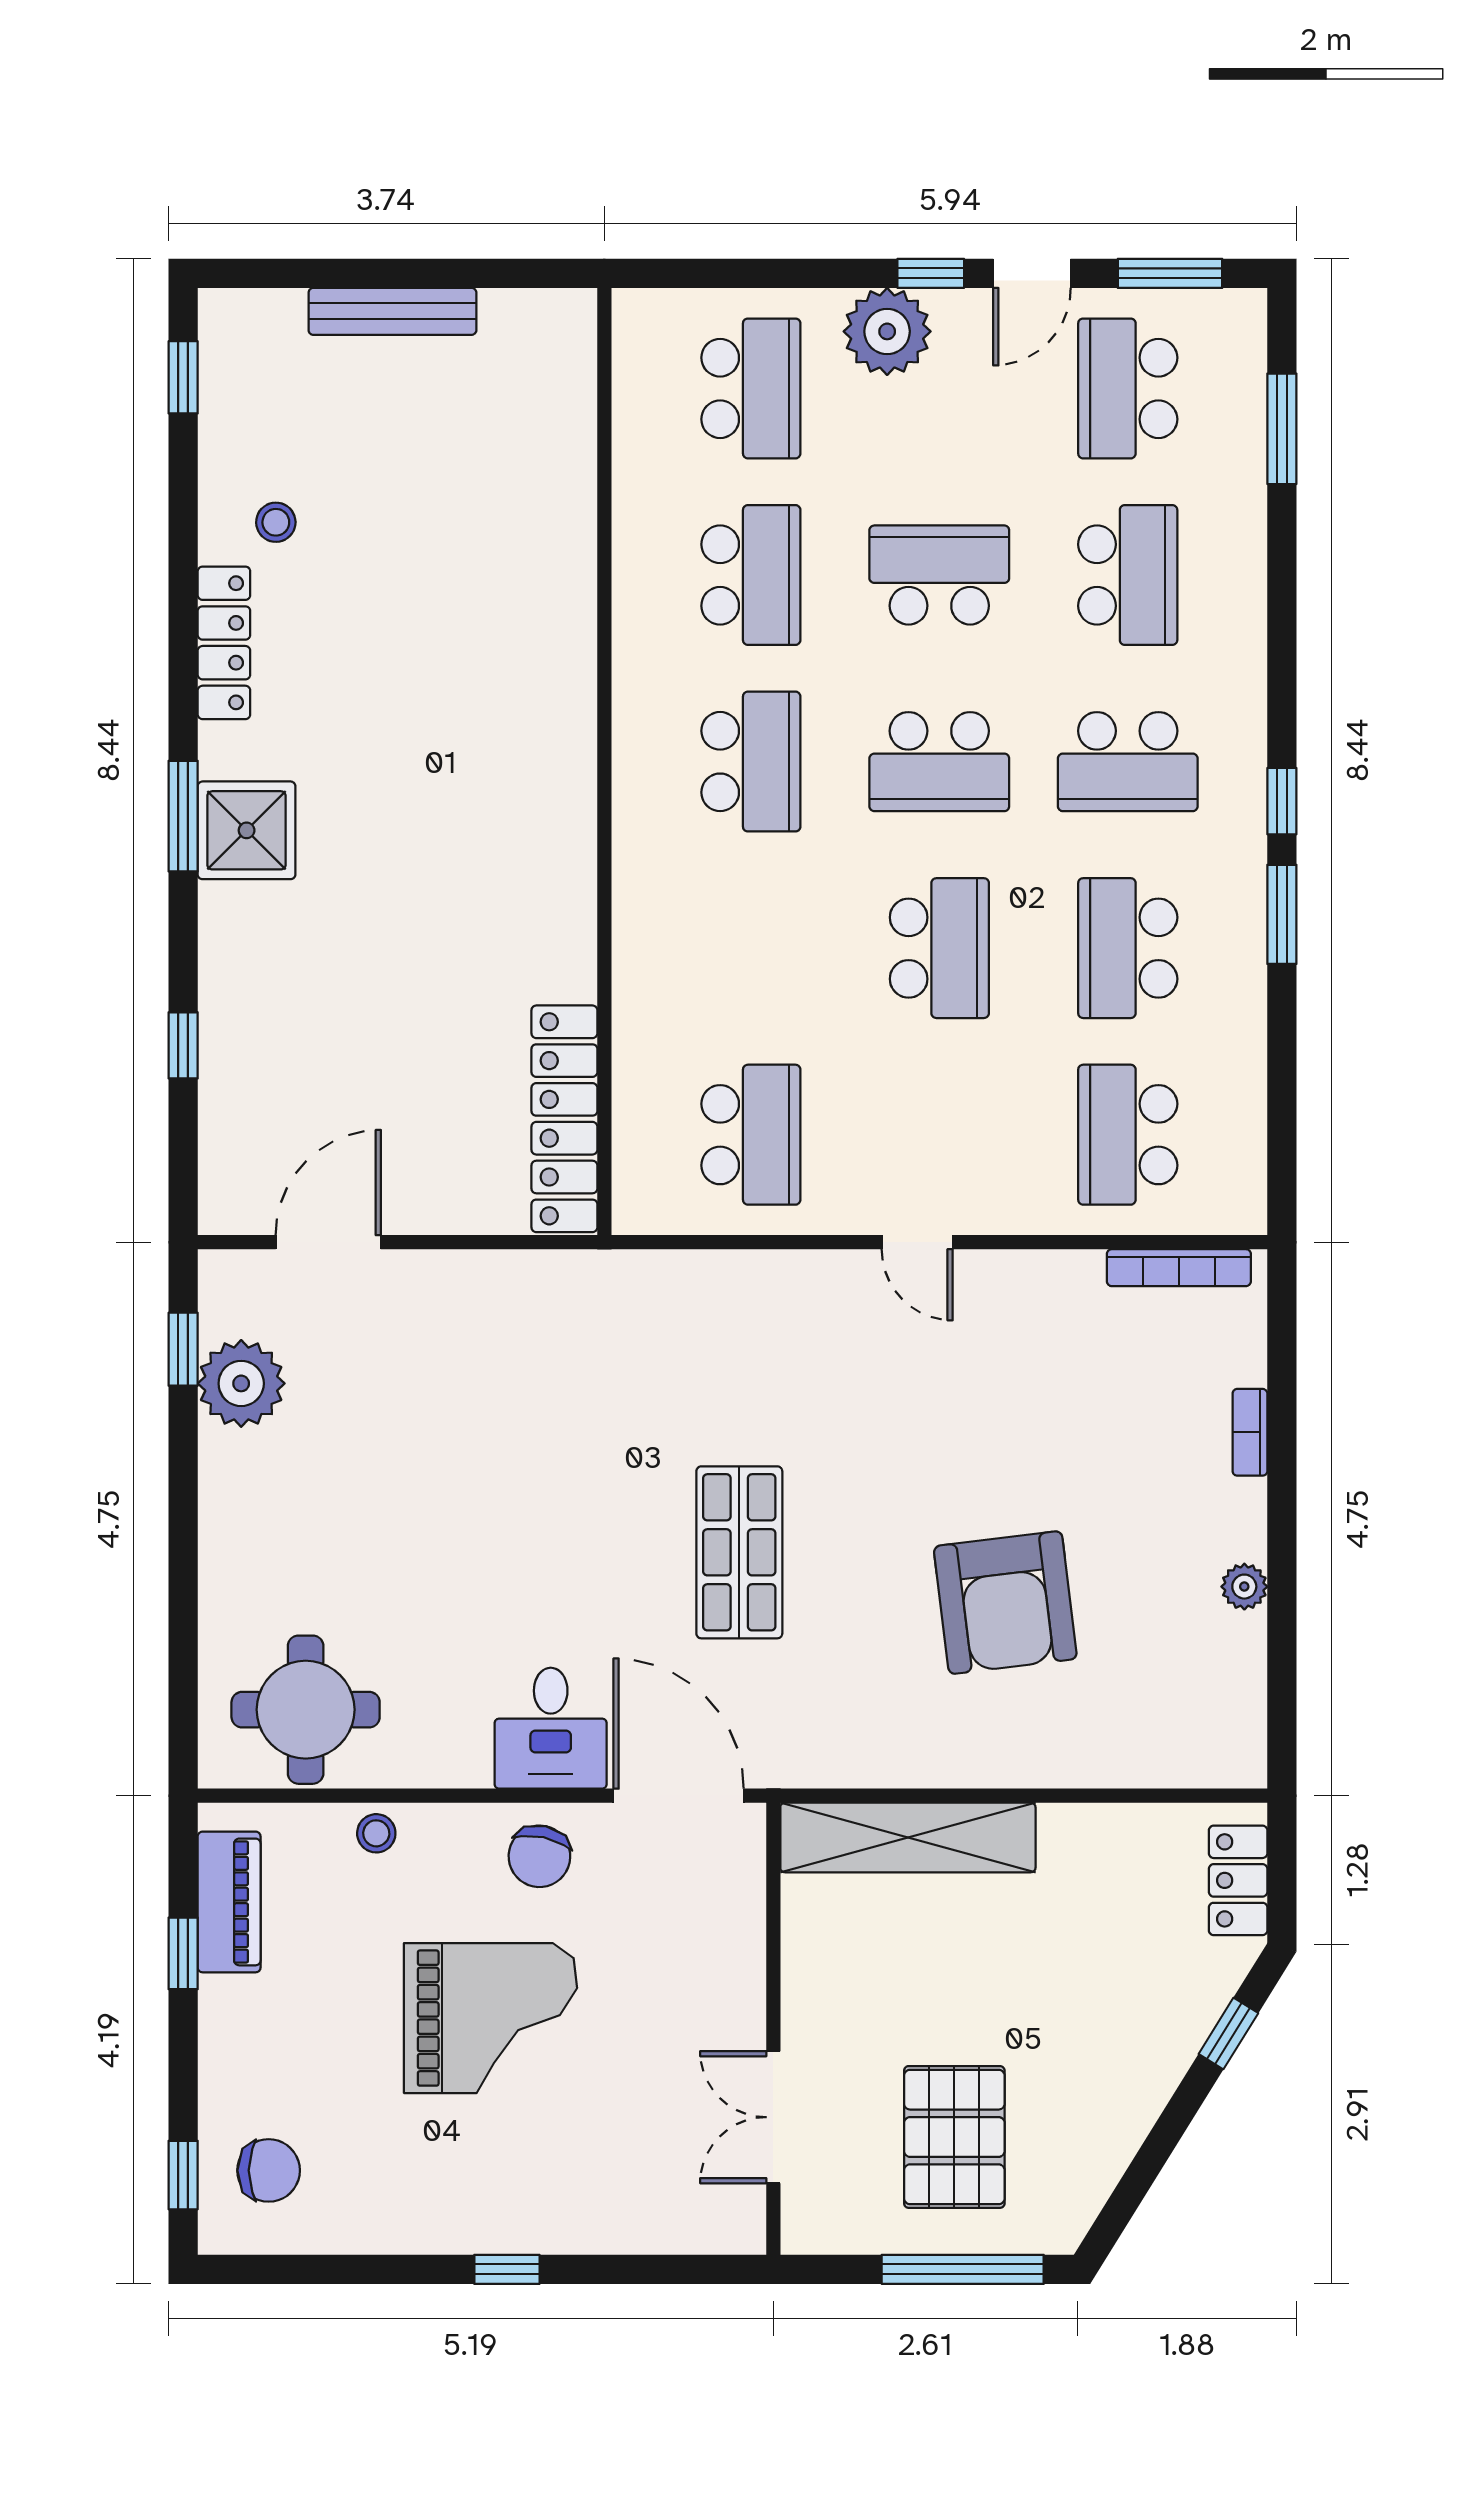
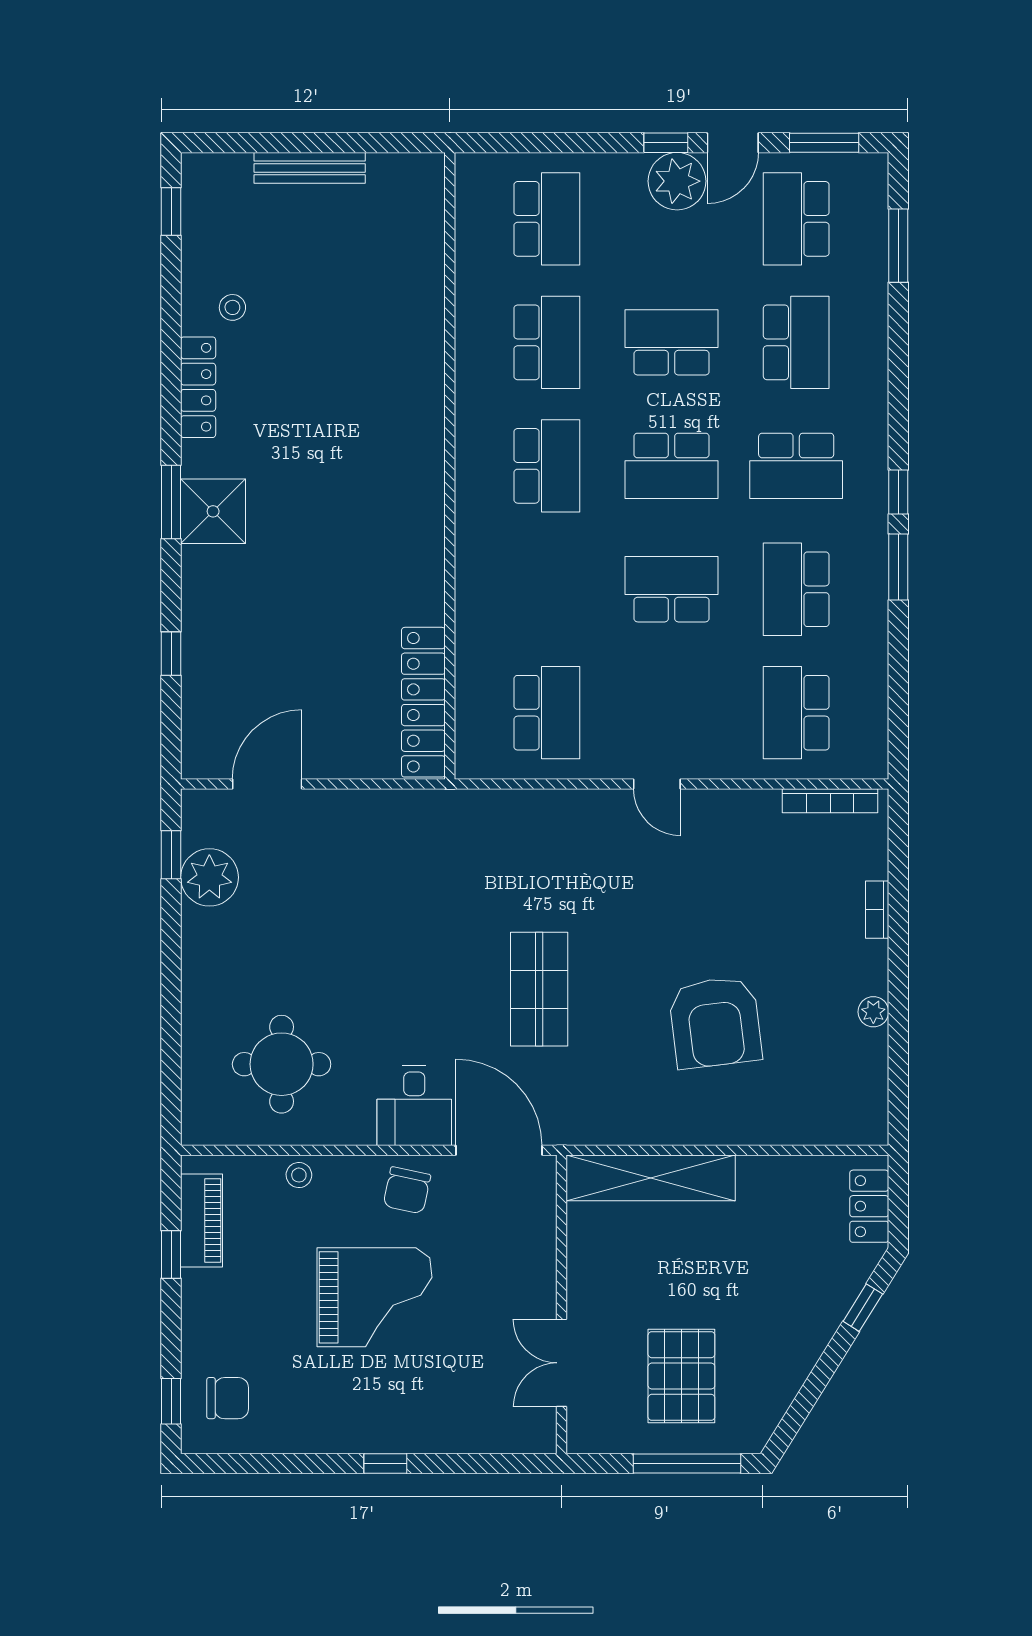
plant: (887, 331) -> (677, 181), moved
school desk: (939, 948) -> (672, 589), turned -90
round table: (306, 1710) -> (282, 1064), moved

